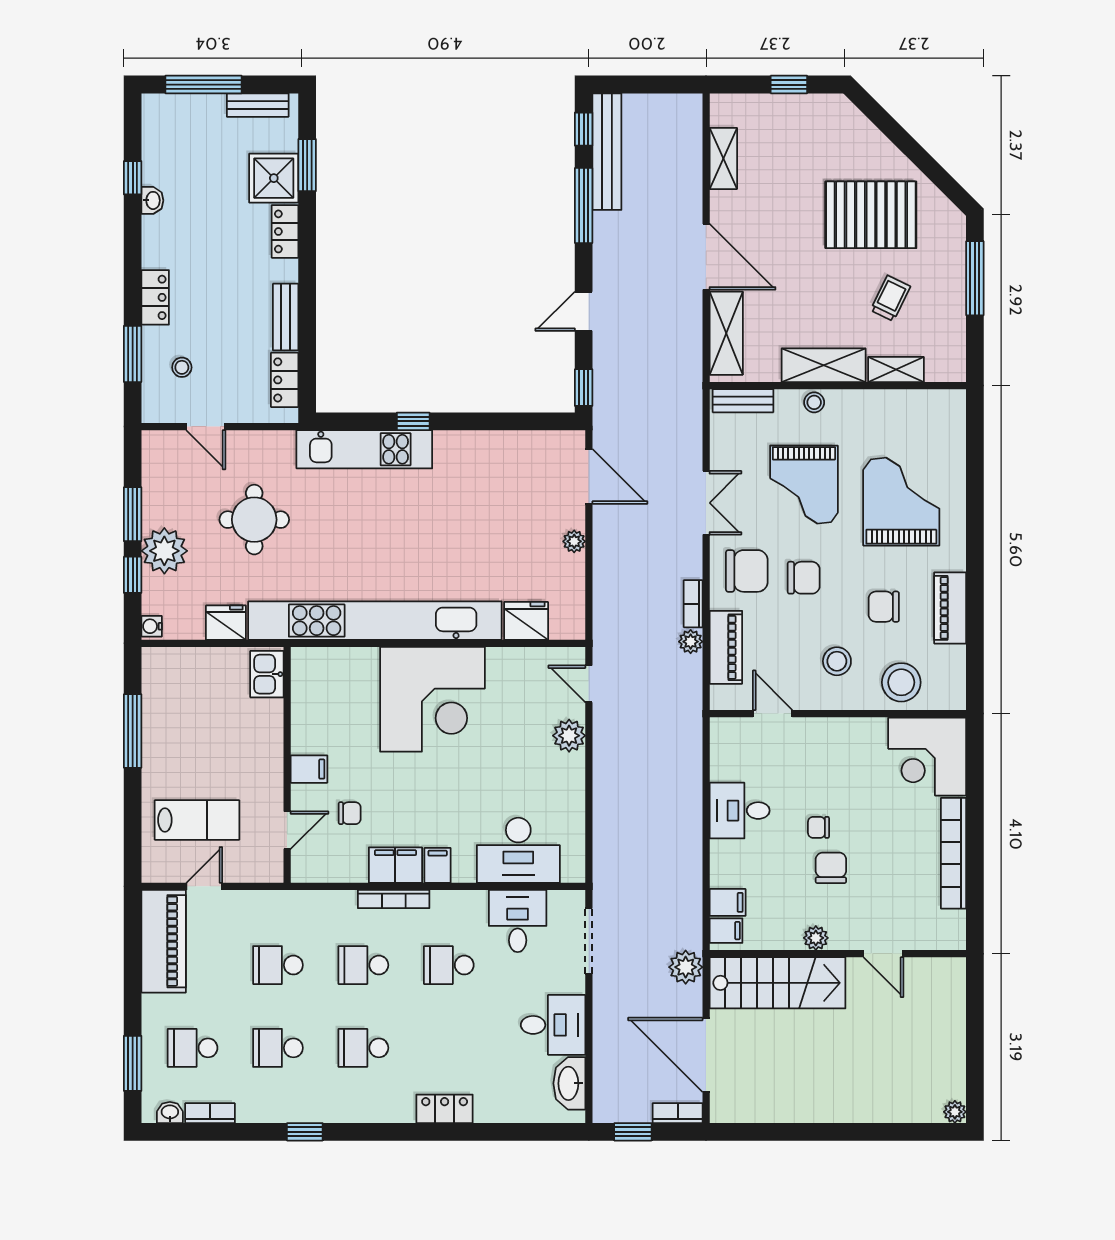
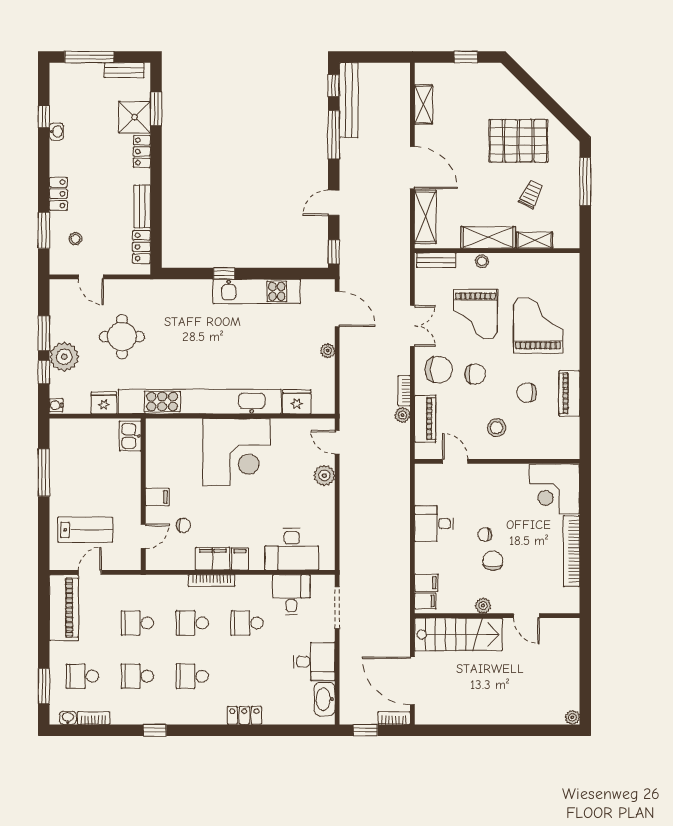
kitchen unit: (364, 449) -> (257, 291), moved
stool: (901, 682) -> (538, 441), removed
plant: (686, 967) -> (399, 624), removed

